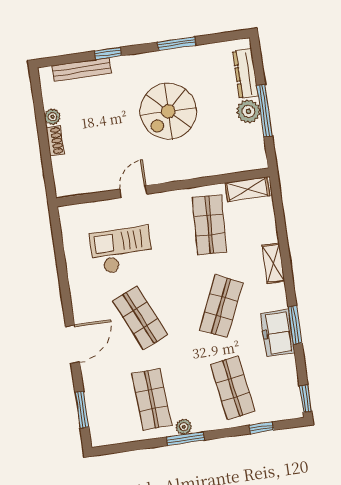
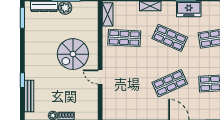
window: (177, 44) -> (22, 18), moved
spiral stairs: (168, 111) -> (73, 54), moved, turned 90
checkout: (121, 250) -> (131, 88), removed

